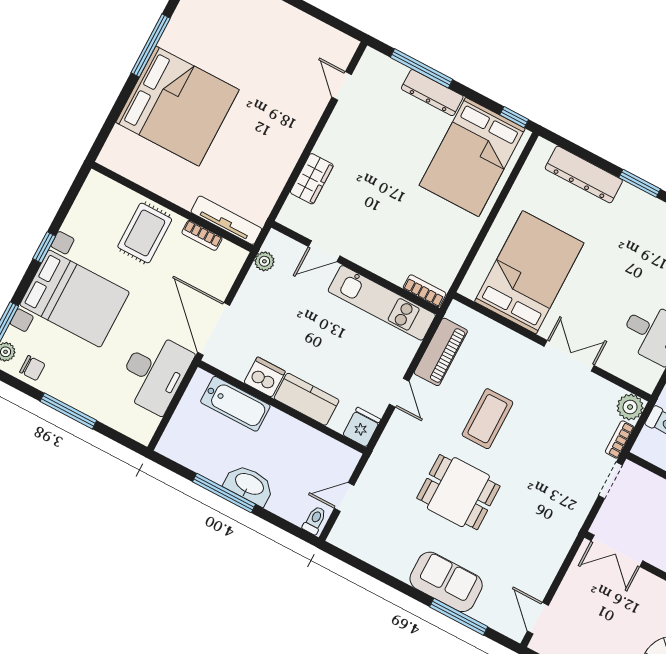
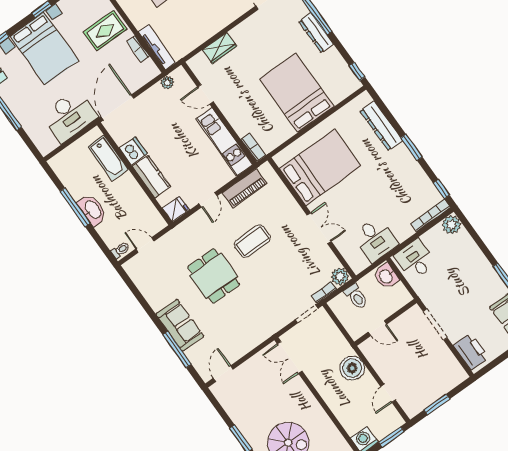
bed: (472, 157) -> (297, 93), moved, turned 90

